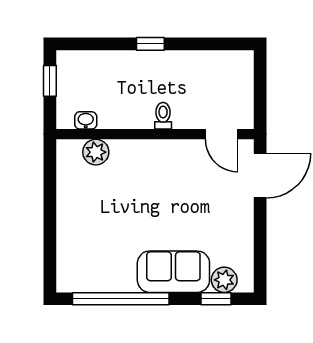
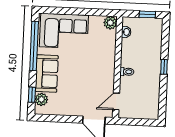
plant: (96, 152) -> (110, 23), moved
corner sofa: (89, 242) -> (64, 31), added

